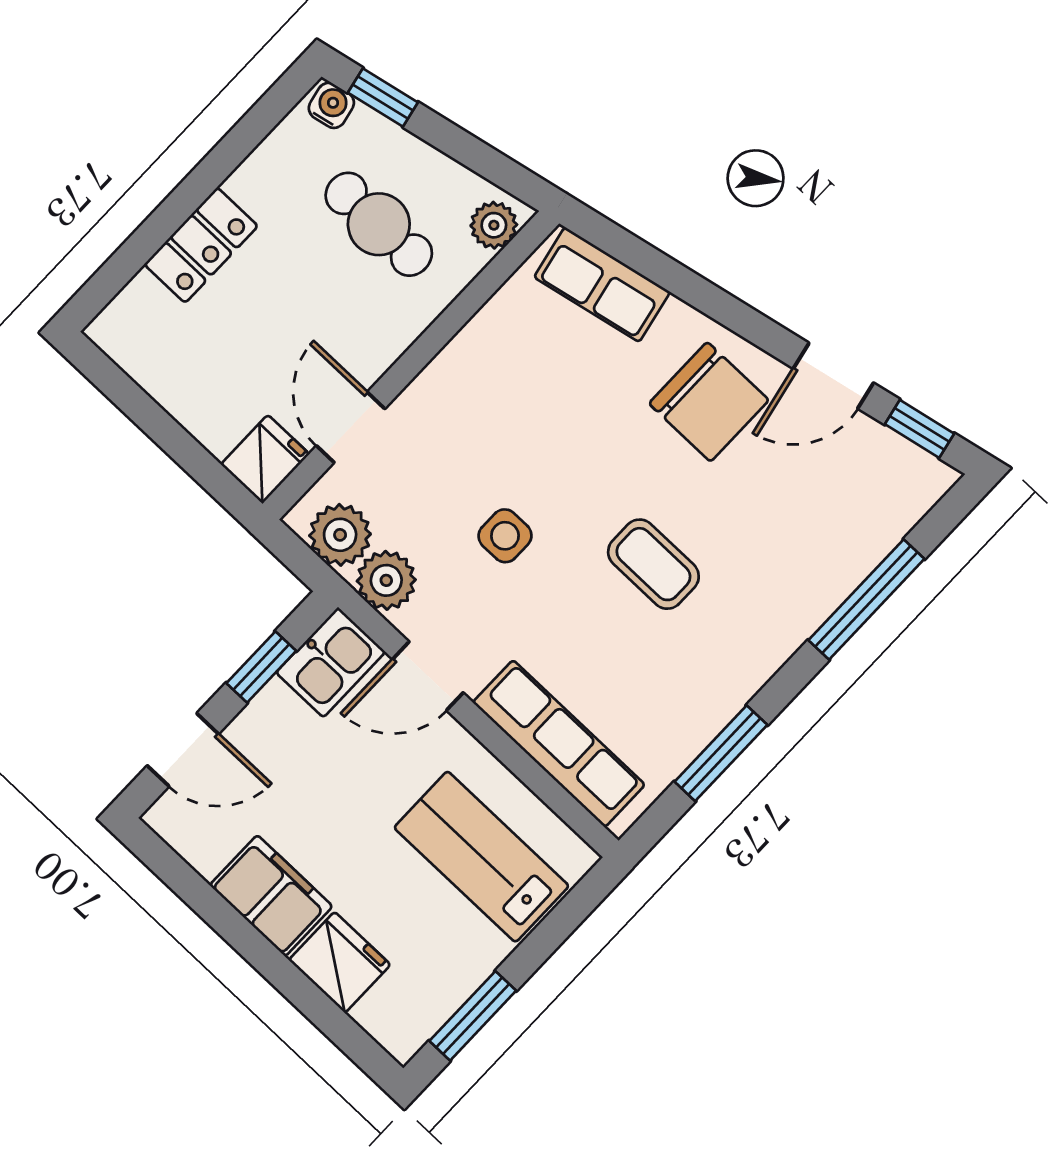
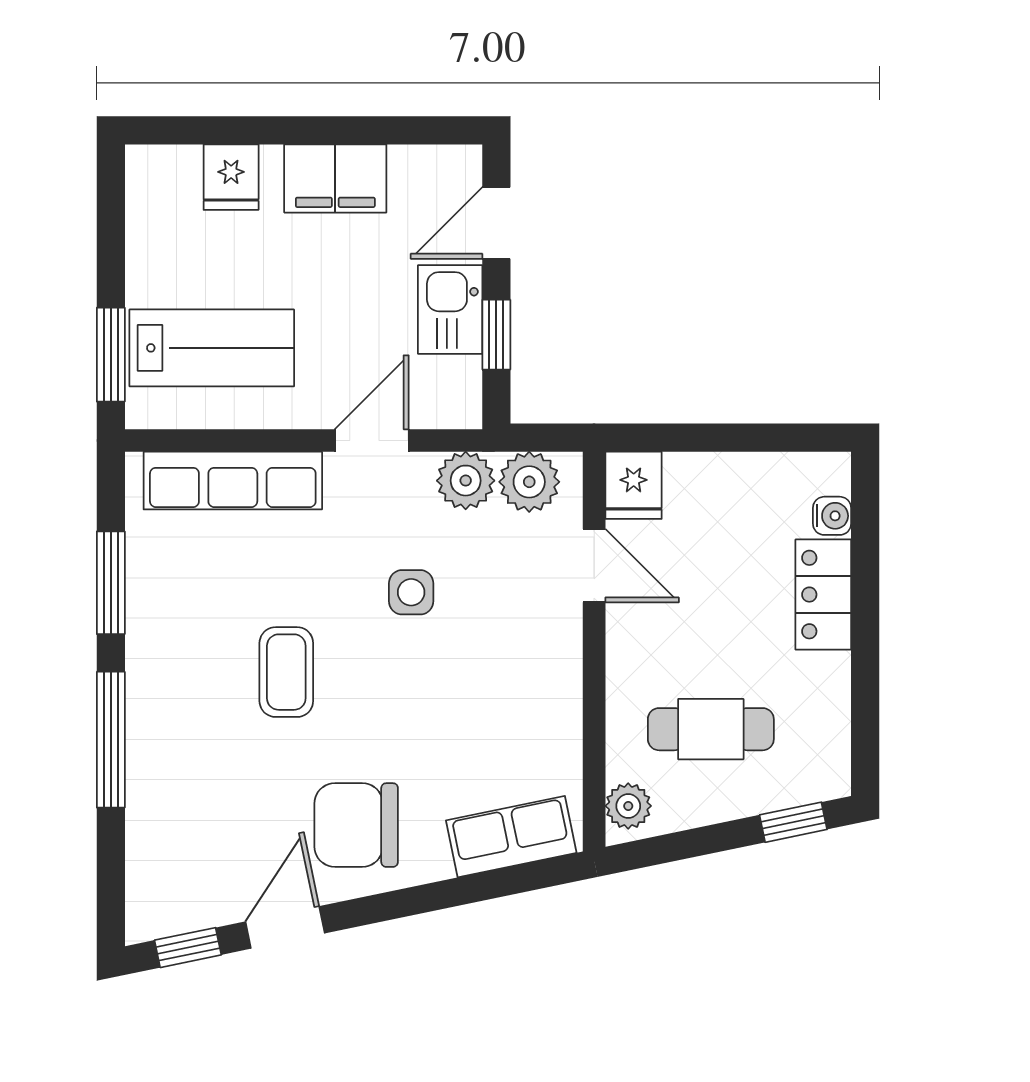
water cooler: (331, 105) -> (832, 516), moved, turned -78
coffee table: (653, 564) -> (286, 672), turned 90
window: (866, 600) -> (111, 740), moved
kitchen sink: (331, 662) -> (450, 309), moved
fridge: (340, 962) -> (231, 177), width x0.72
window: (473, 1016) -> (111, 355), moved

